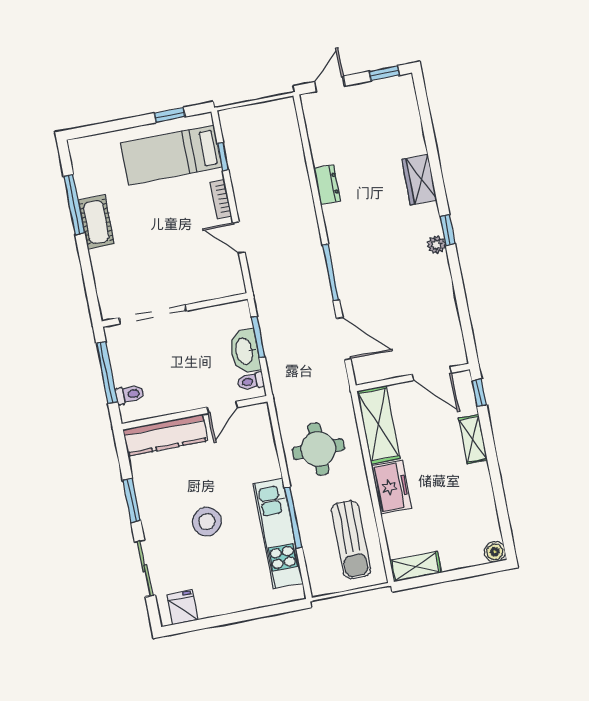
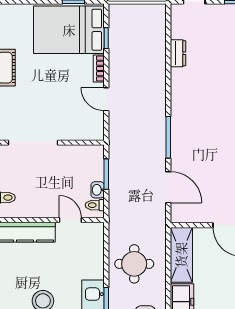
bed: (171, 155) -> (69, 30), width x1.50
dresser: (327, 185) -> (178, 53), moved
washbasin: (245, 351) -> (98, 190), width x0.52, depth x0.69
door: (222, 407) -> (70, 220), swing flipped

